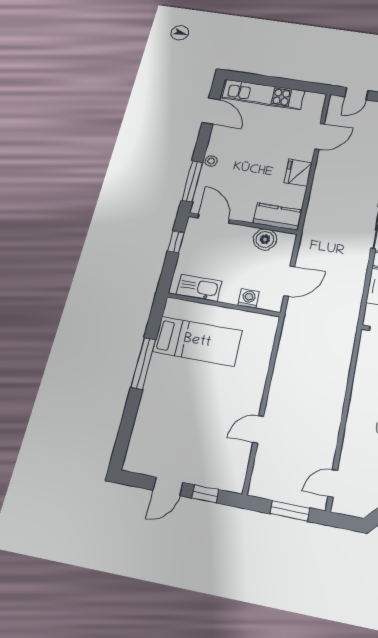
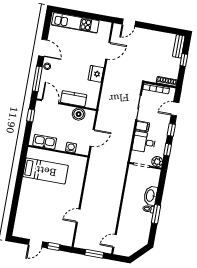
door: (211, 111) -> (43, 48), moved
kitchen counter: (278, 217) -> (74, 99), moved
window: (143, 363) -> (19, 183), removed

